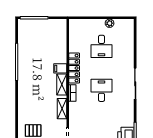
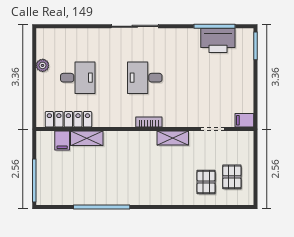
filing cabinet: (60, 68) -> (62, 141), moved
locker: (74, 68) -> (68, 119), moved
shelving: (62, 85) -> (87, 138), moved

